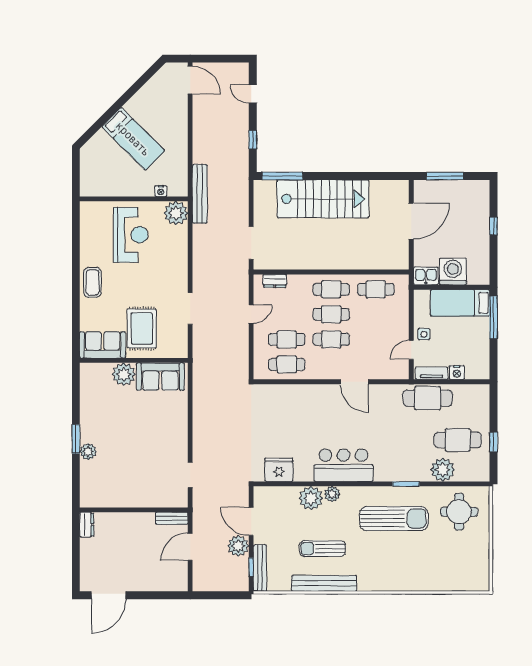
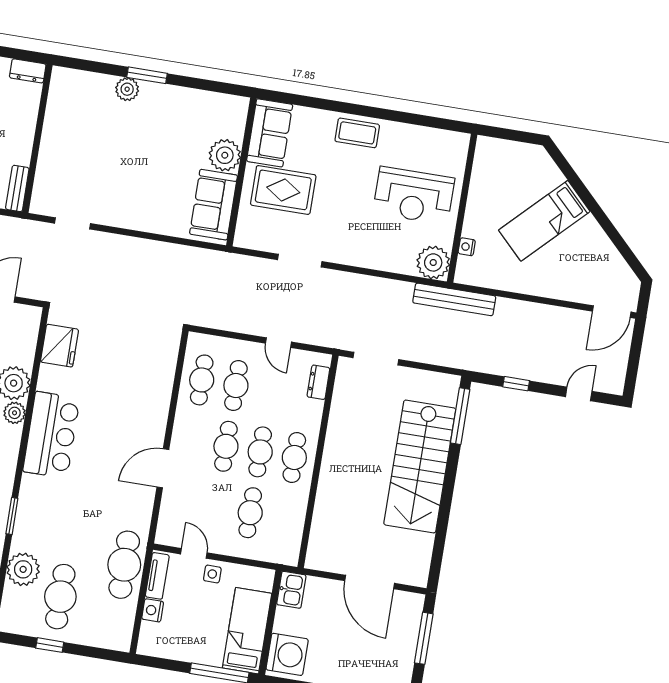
washing machine: (453, 272) -> (287, 654), moved
cafe table: (376, 289) -> (250, 513), moved

